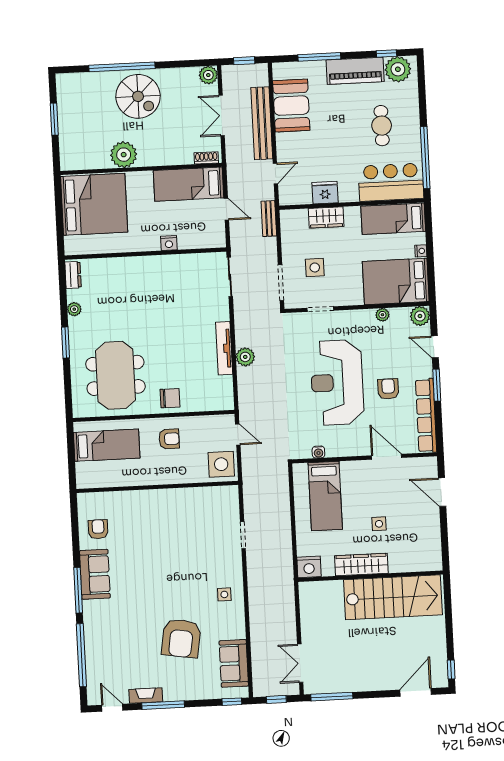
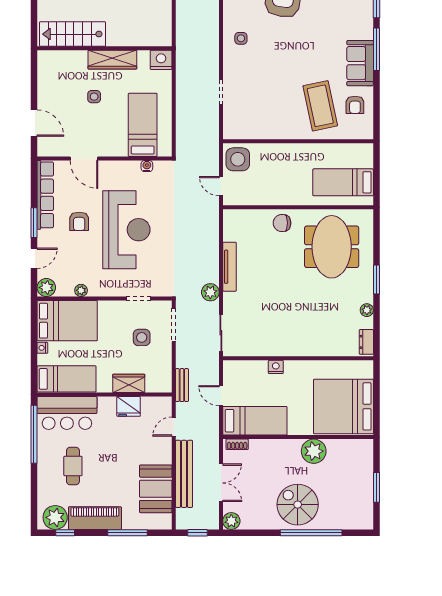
door: (435, 347) -> (34, 258), hinge flipped
plant: (245, 357) -> (210, 292), moved
armchair: (169, 439) -> (285, 185), removed
coffee table: (135, 526) -> (320, 106), added
stairs: (393, 597) -> (73, 34), width x0.73, depth x0.66

